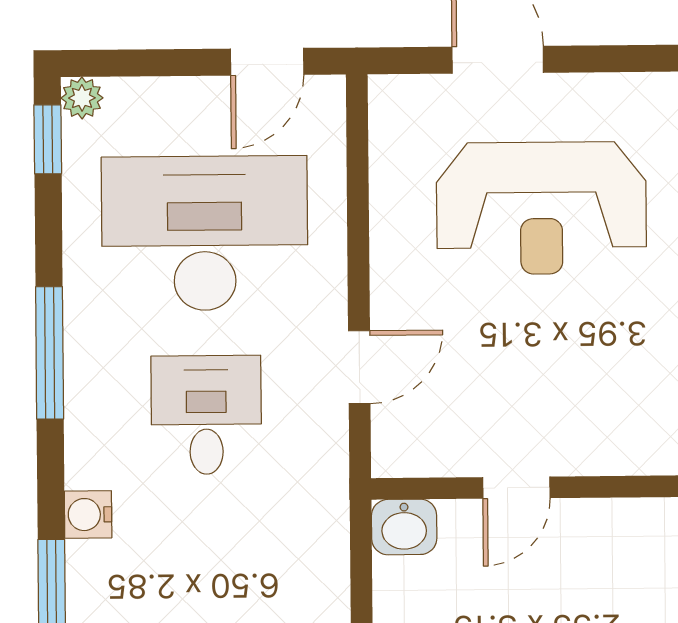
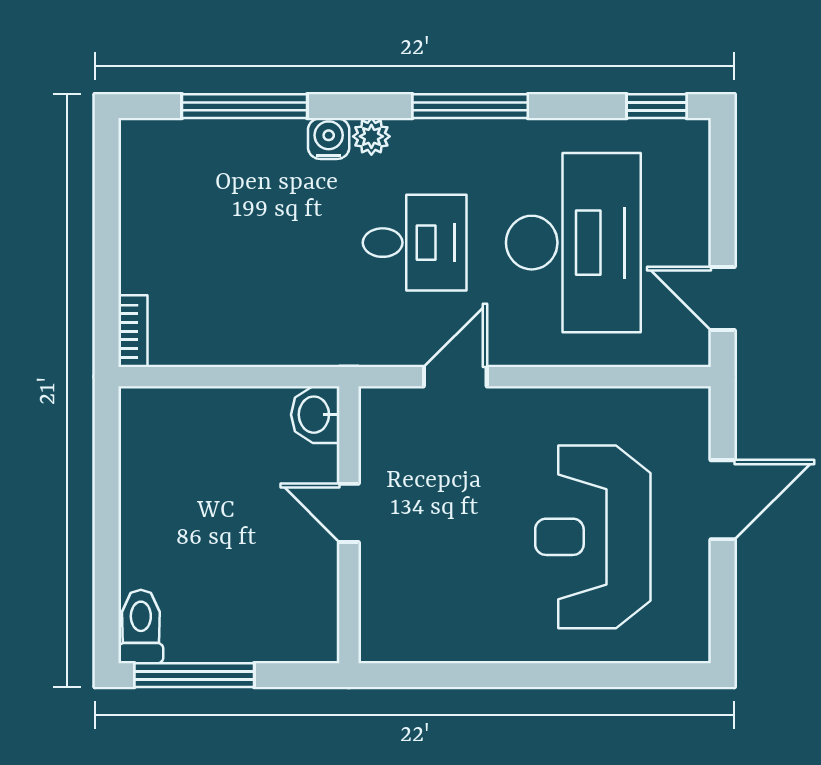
plant: (82, 98) -> (371, 136), moved
door: (359, 367) -> (455, 377), swing flipped

